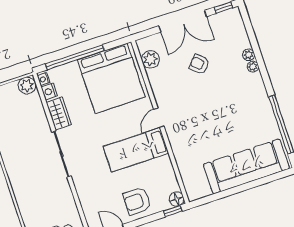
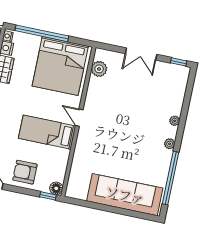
double door: (183, 21) -> (141, 54), width x0.73
plant: (249, 55) -> (170, 144), moved
armchair: (199, 64) -> (135, 95), removed
door: (159, 118) -> (79, 118), hinge flipped

